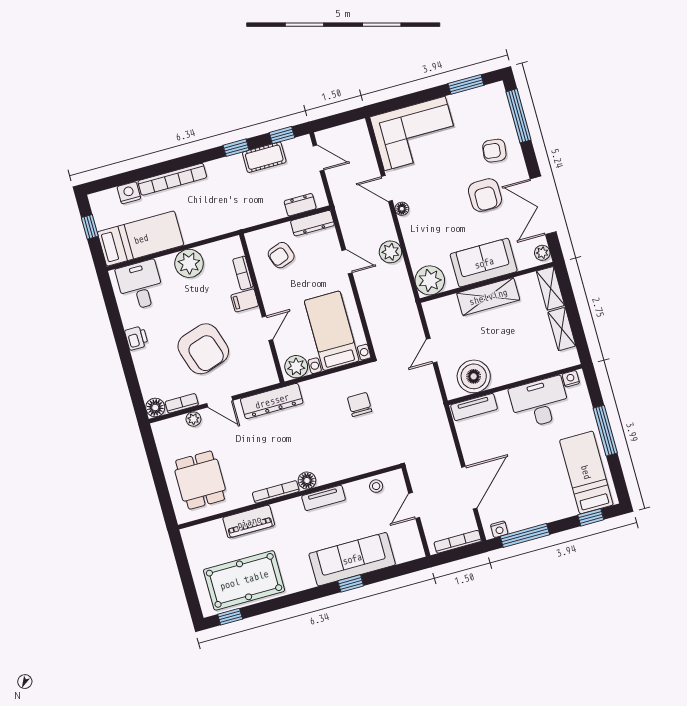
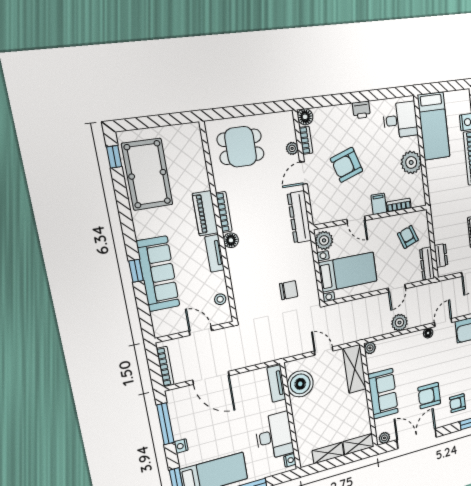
armchair: (494, 151) -> (458, 403), turned -97
window: (90, 227) -> (447, 86), removed
plant: (430, 280) -> (370, 348), width x0.53, depth x0.53
shelving: (488, 297) -> (355, 369), moved
armchair: (203, 349) -> (347, 165), width x0.73, depth x0.73
piano: (249, 522) -> (205, 213), moved
nightstand: (499, 529) -> (181, 446), moved

